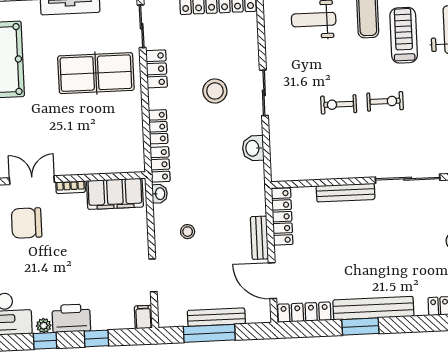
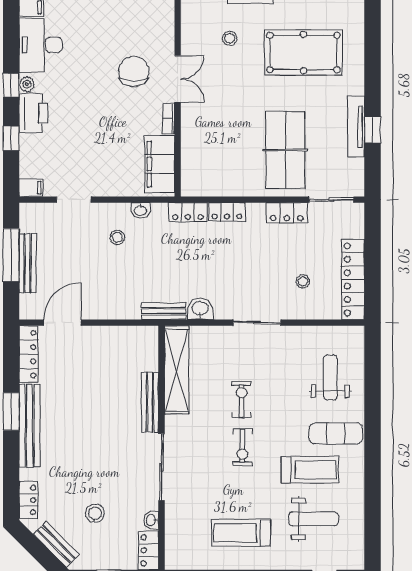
stool: (215, 91) -> (303, 281), moved, width x0.53, depth x0.53
shelving: (313, 168) -> (177, 370), added
washbasin: (160, 194) -> (140, 210), moved
locker: (282, 217) -> (128, 336), removed
bench: (259, 238) -> (164, 311), moved

